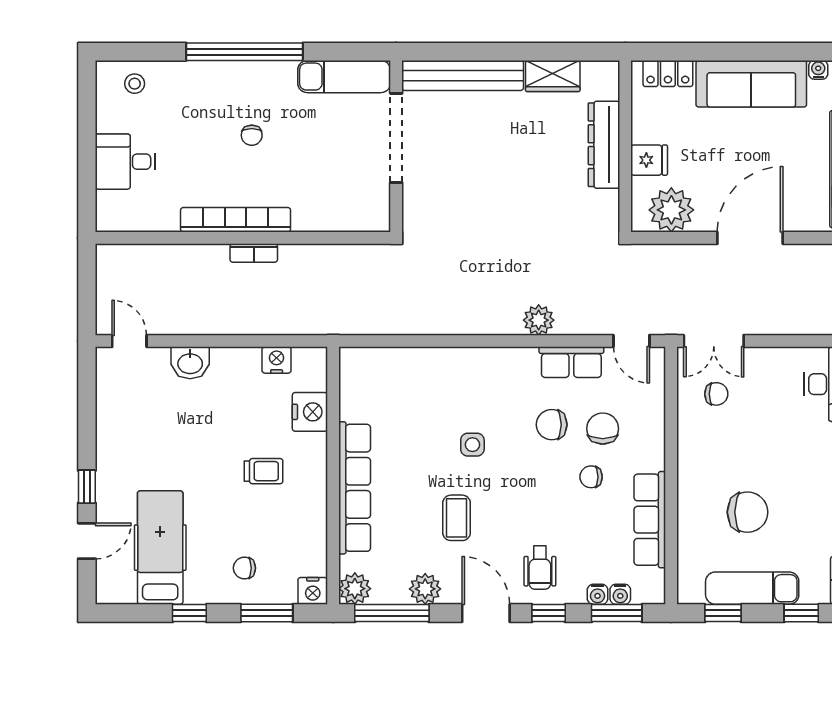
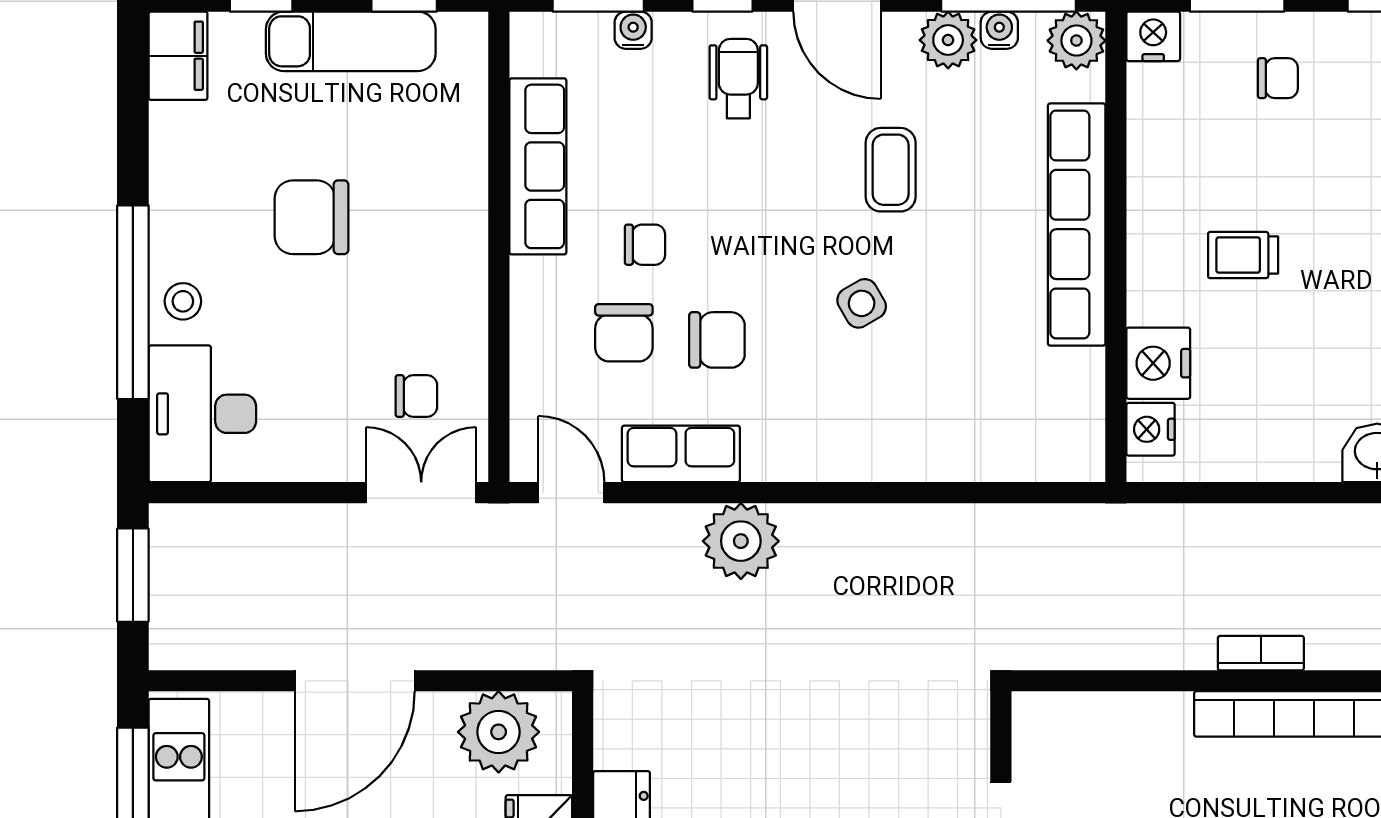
plant: (539, 320) -> (741, 541), width x1.36, depth x1.36
nightstand: (277, 360) -> (1151, 429), moved, turned 90
chair: (716, 394) -> (416, 396), turned 180
side table: (472, 445) -> (862, 303), turned -30
chair: (747, 512) -> (311, 217), moved
water cooler: (620, 594) -> (999, 30), moved

